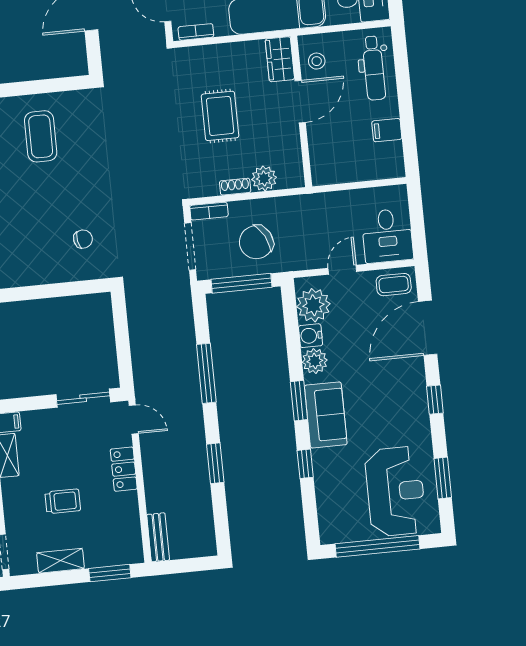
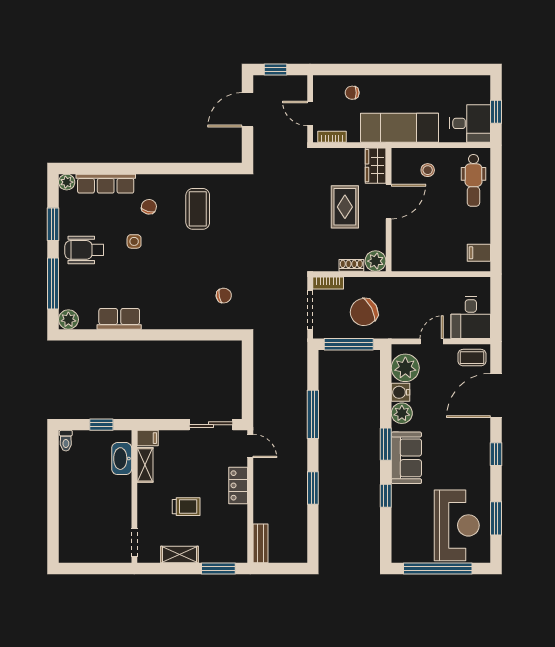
wardrobe: (280, 59) -> (376, 166), moved
door: (300, 102) -> (389, 202), moved
wall: (301, 111) -> (389, 210), moved
filing cabinet: (387, 130) -> (479, 253), moved

